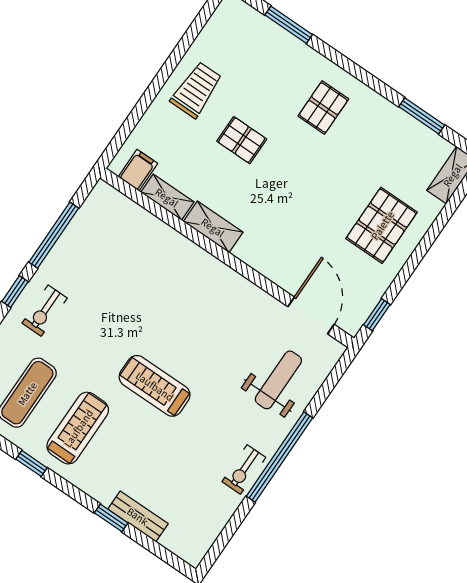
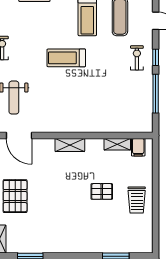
pallet: (323, 108) -> (76, 230), removed
shelving: (213, 227) -> (70, 145), moved
treadmill: (155, 386) -> (66, 58), turned 180

